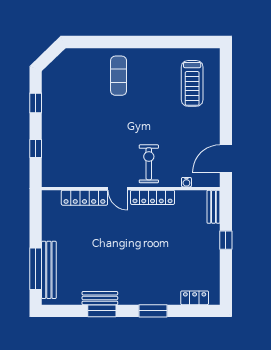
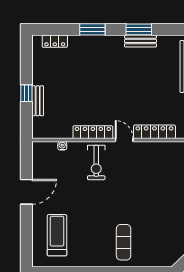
door: (226, 159) -> (26, 192), moved
bench: (214, 207) -> (38, 101), moved

